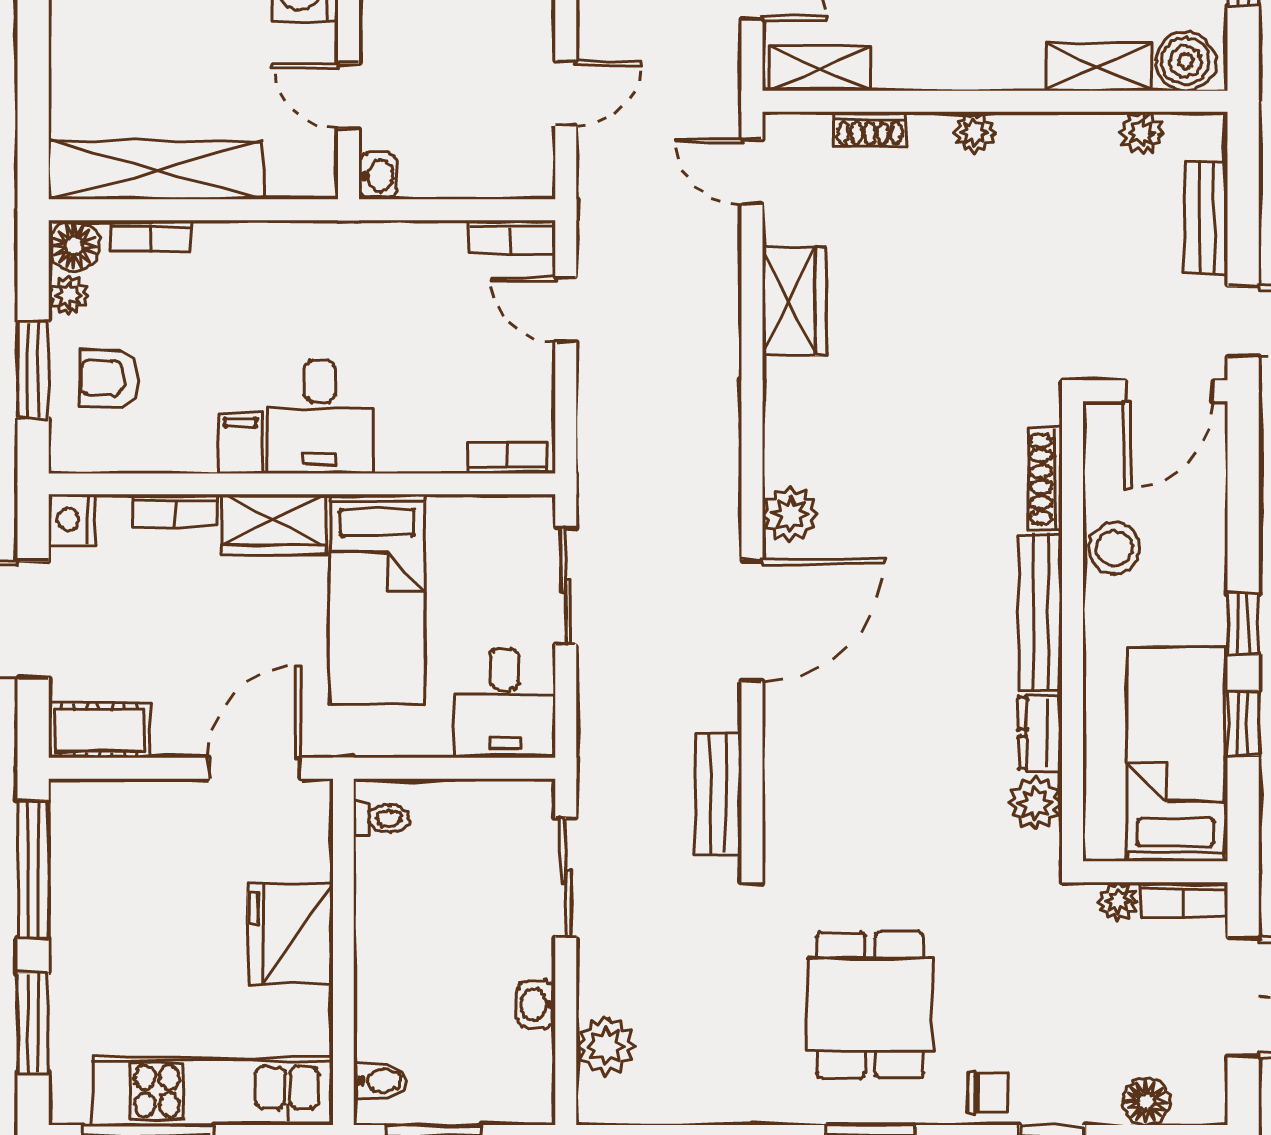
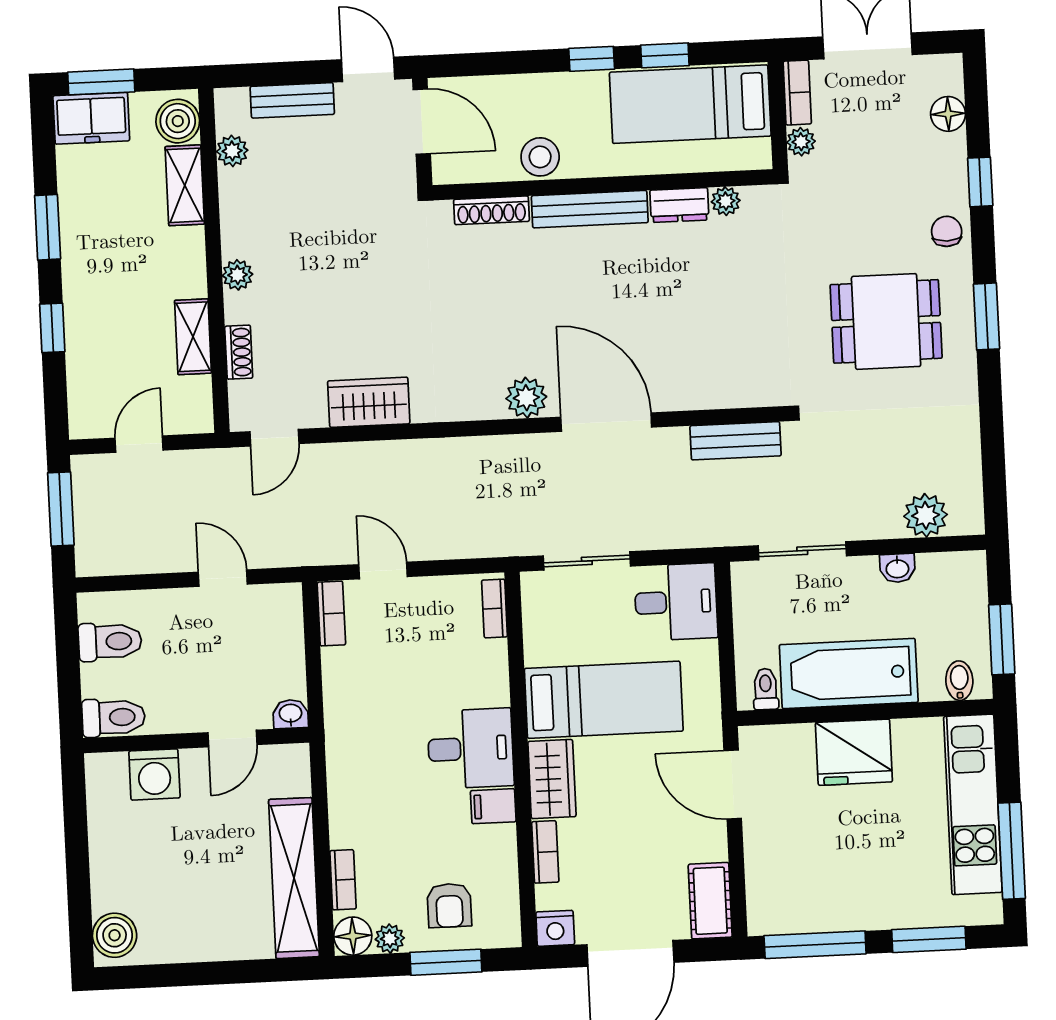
shelving: (820, 68) -> (193, 337), moved
door: (566, 310) -> (383, 571), swing flipped
plant: (1035, 803) -> (726, 201), width x0.73, depth x0.73
bathtub: (397, 932) -> (849, 674), added

